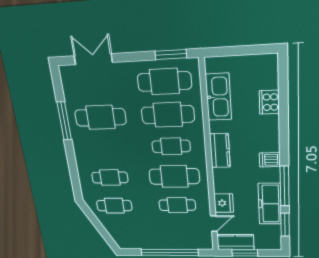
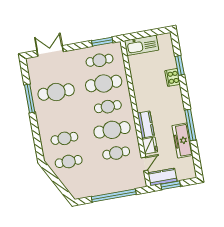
cafe table: (164, 81) -> (99, 60), width x0.73, depth x0.74
kitchen sink: (218, 97) -> (141, 45), moved, turned 90
cooker: (269, 102) -> (172, 77), moved
kitchen counter: (220, 151) -> (146, 125), moved
dishwasher: (270, 160) -> (177, 106), removed
window: (285, 225) -> (180, 65), moved

